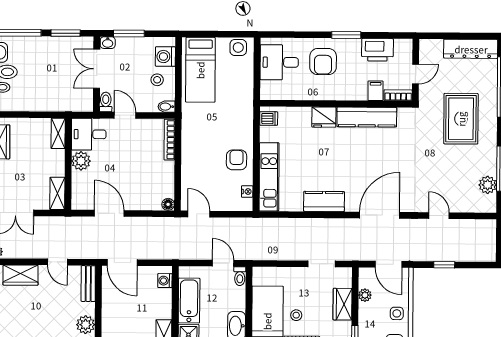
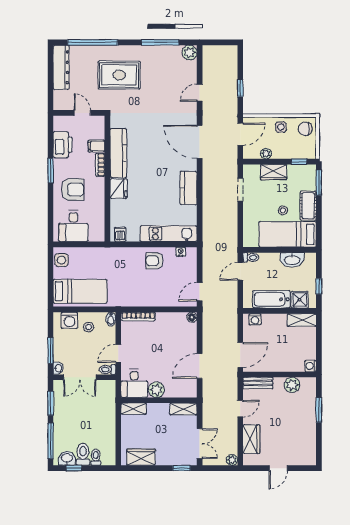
bookcase: (398, 95) -> (100, 165), moved
plant: (488, 185) -> (189, 53), moved

